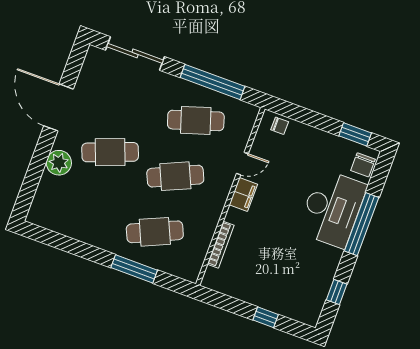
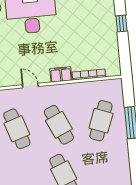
filing cabinet: (243, 194) -> (61, 74), moved
cafe table: (155, 232) -> (101, 121), turned 45

